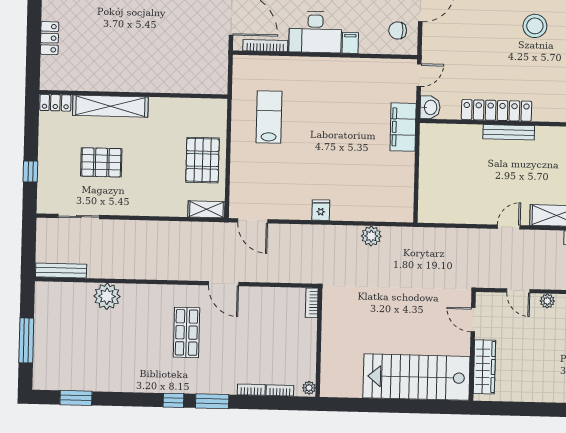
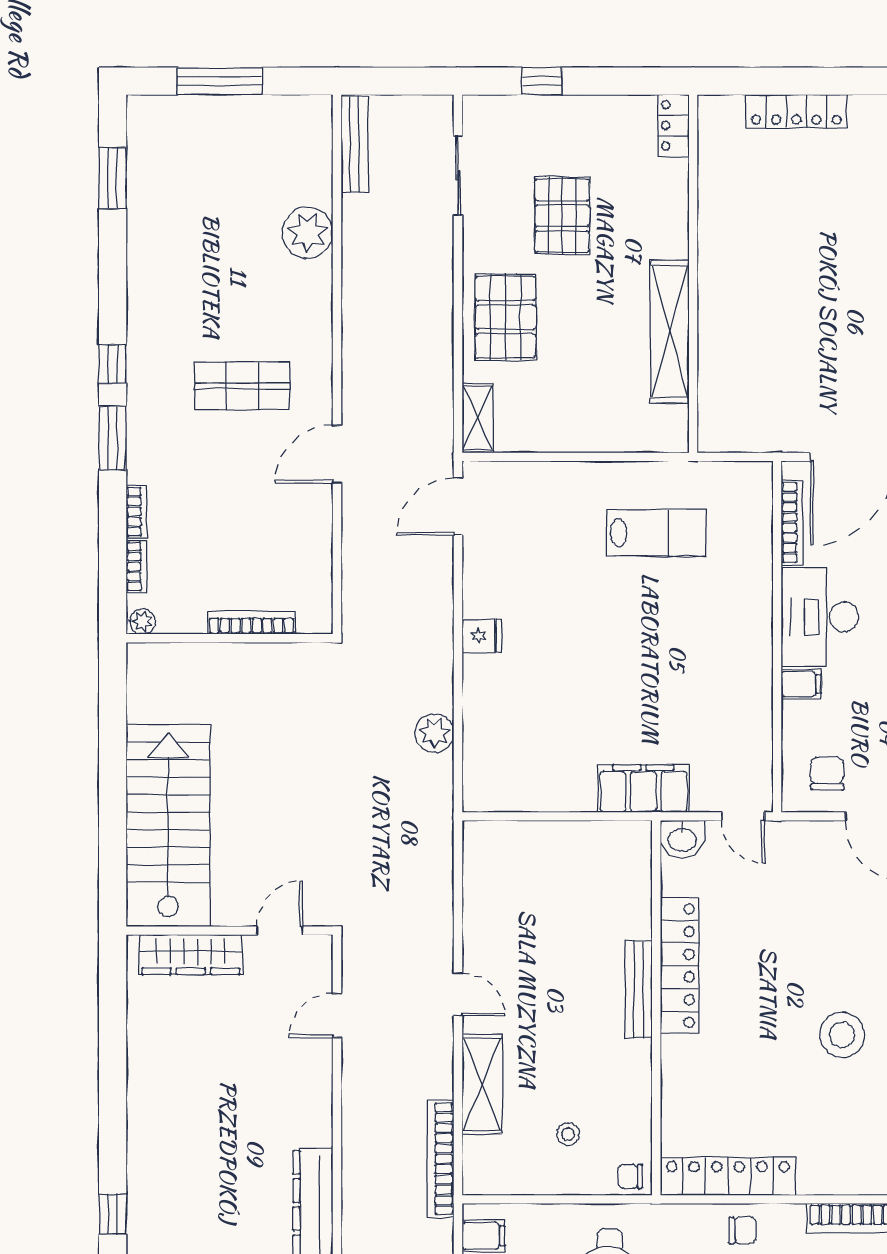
locker: (50, 38) -> (796, 111), width x1.53
shelving: (110, 106) -> (670, 331), moved
pallet: (202, 160) -> (506, 317), moved, turned 90
plant: (547, 301) -> (319, 1071), removed
bookcase: (312, 303) -> (251, 623), moved, width x1.56

